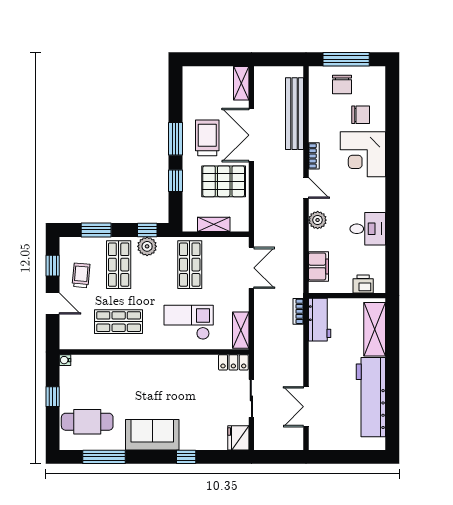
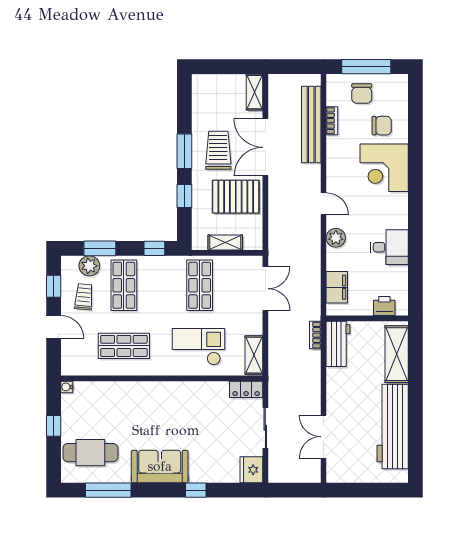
bookcase: (314, 156) -> (332, 121), moved
plant: (147, 246) -> (89, 266), moved

